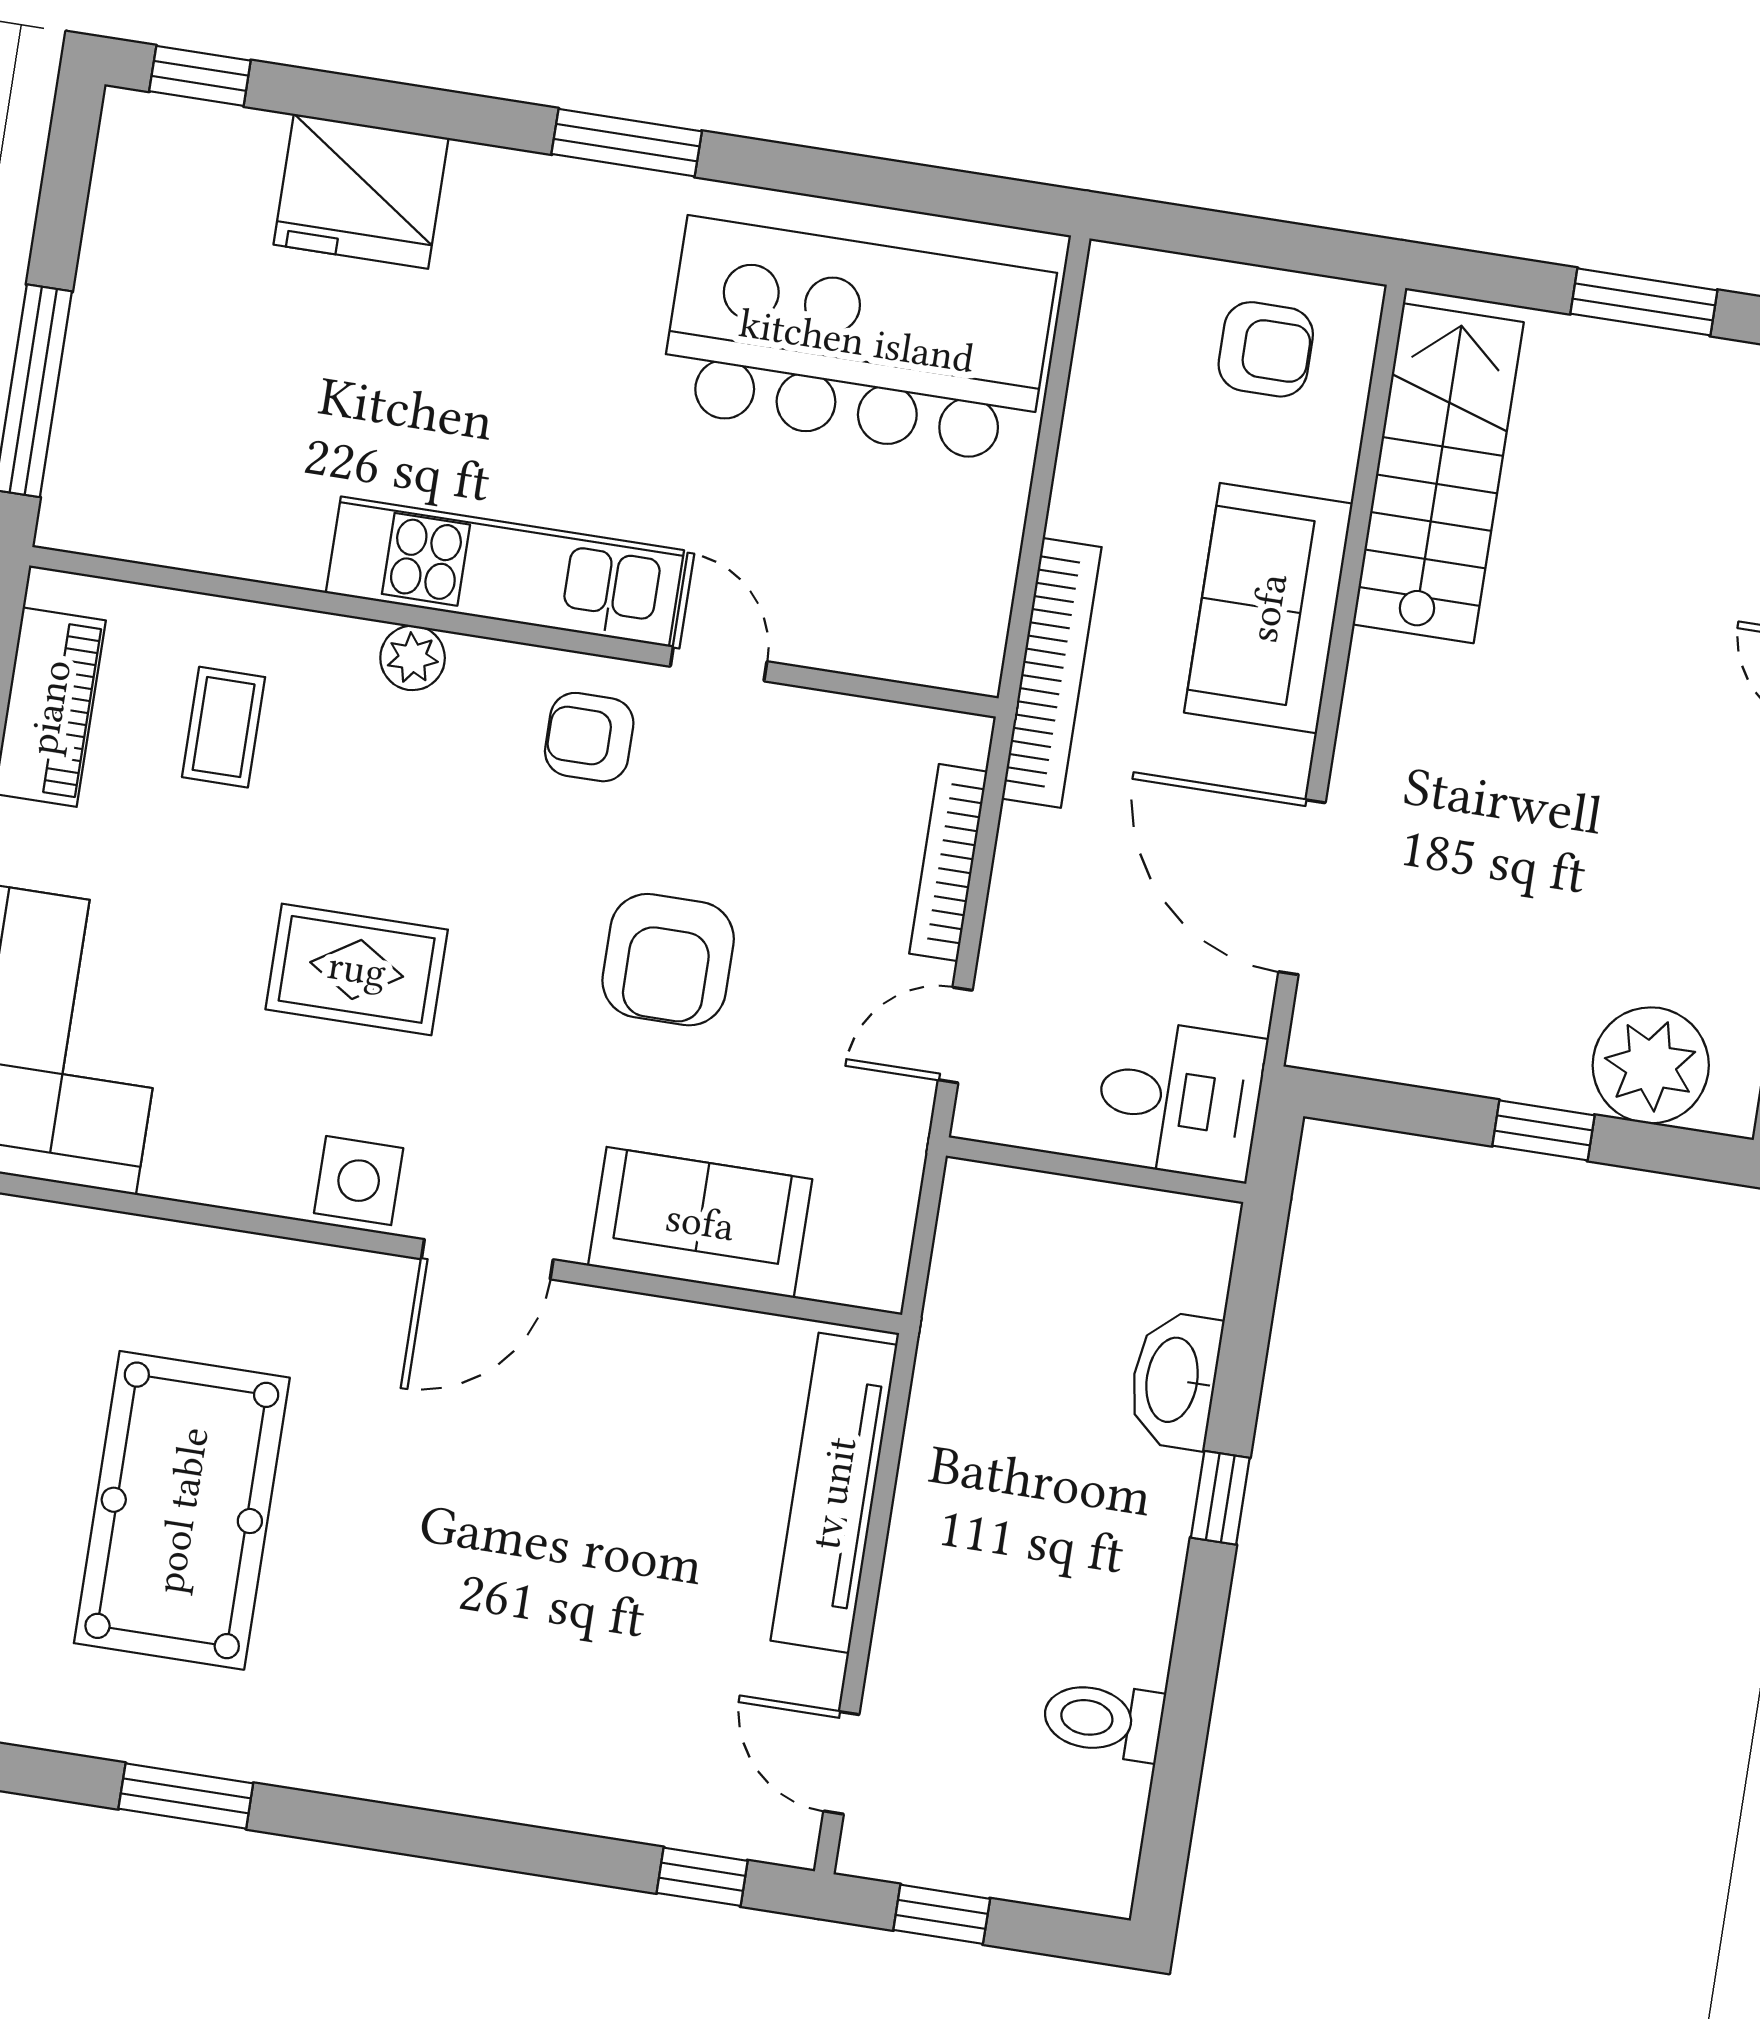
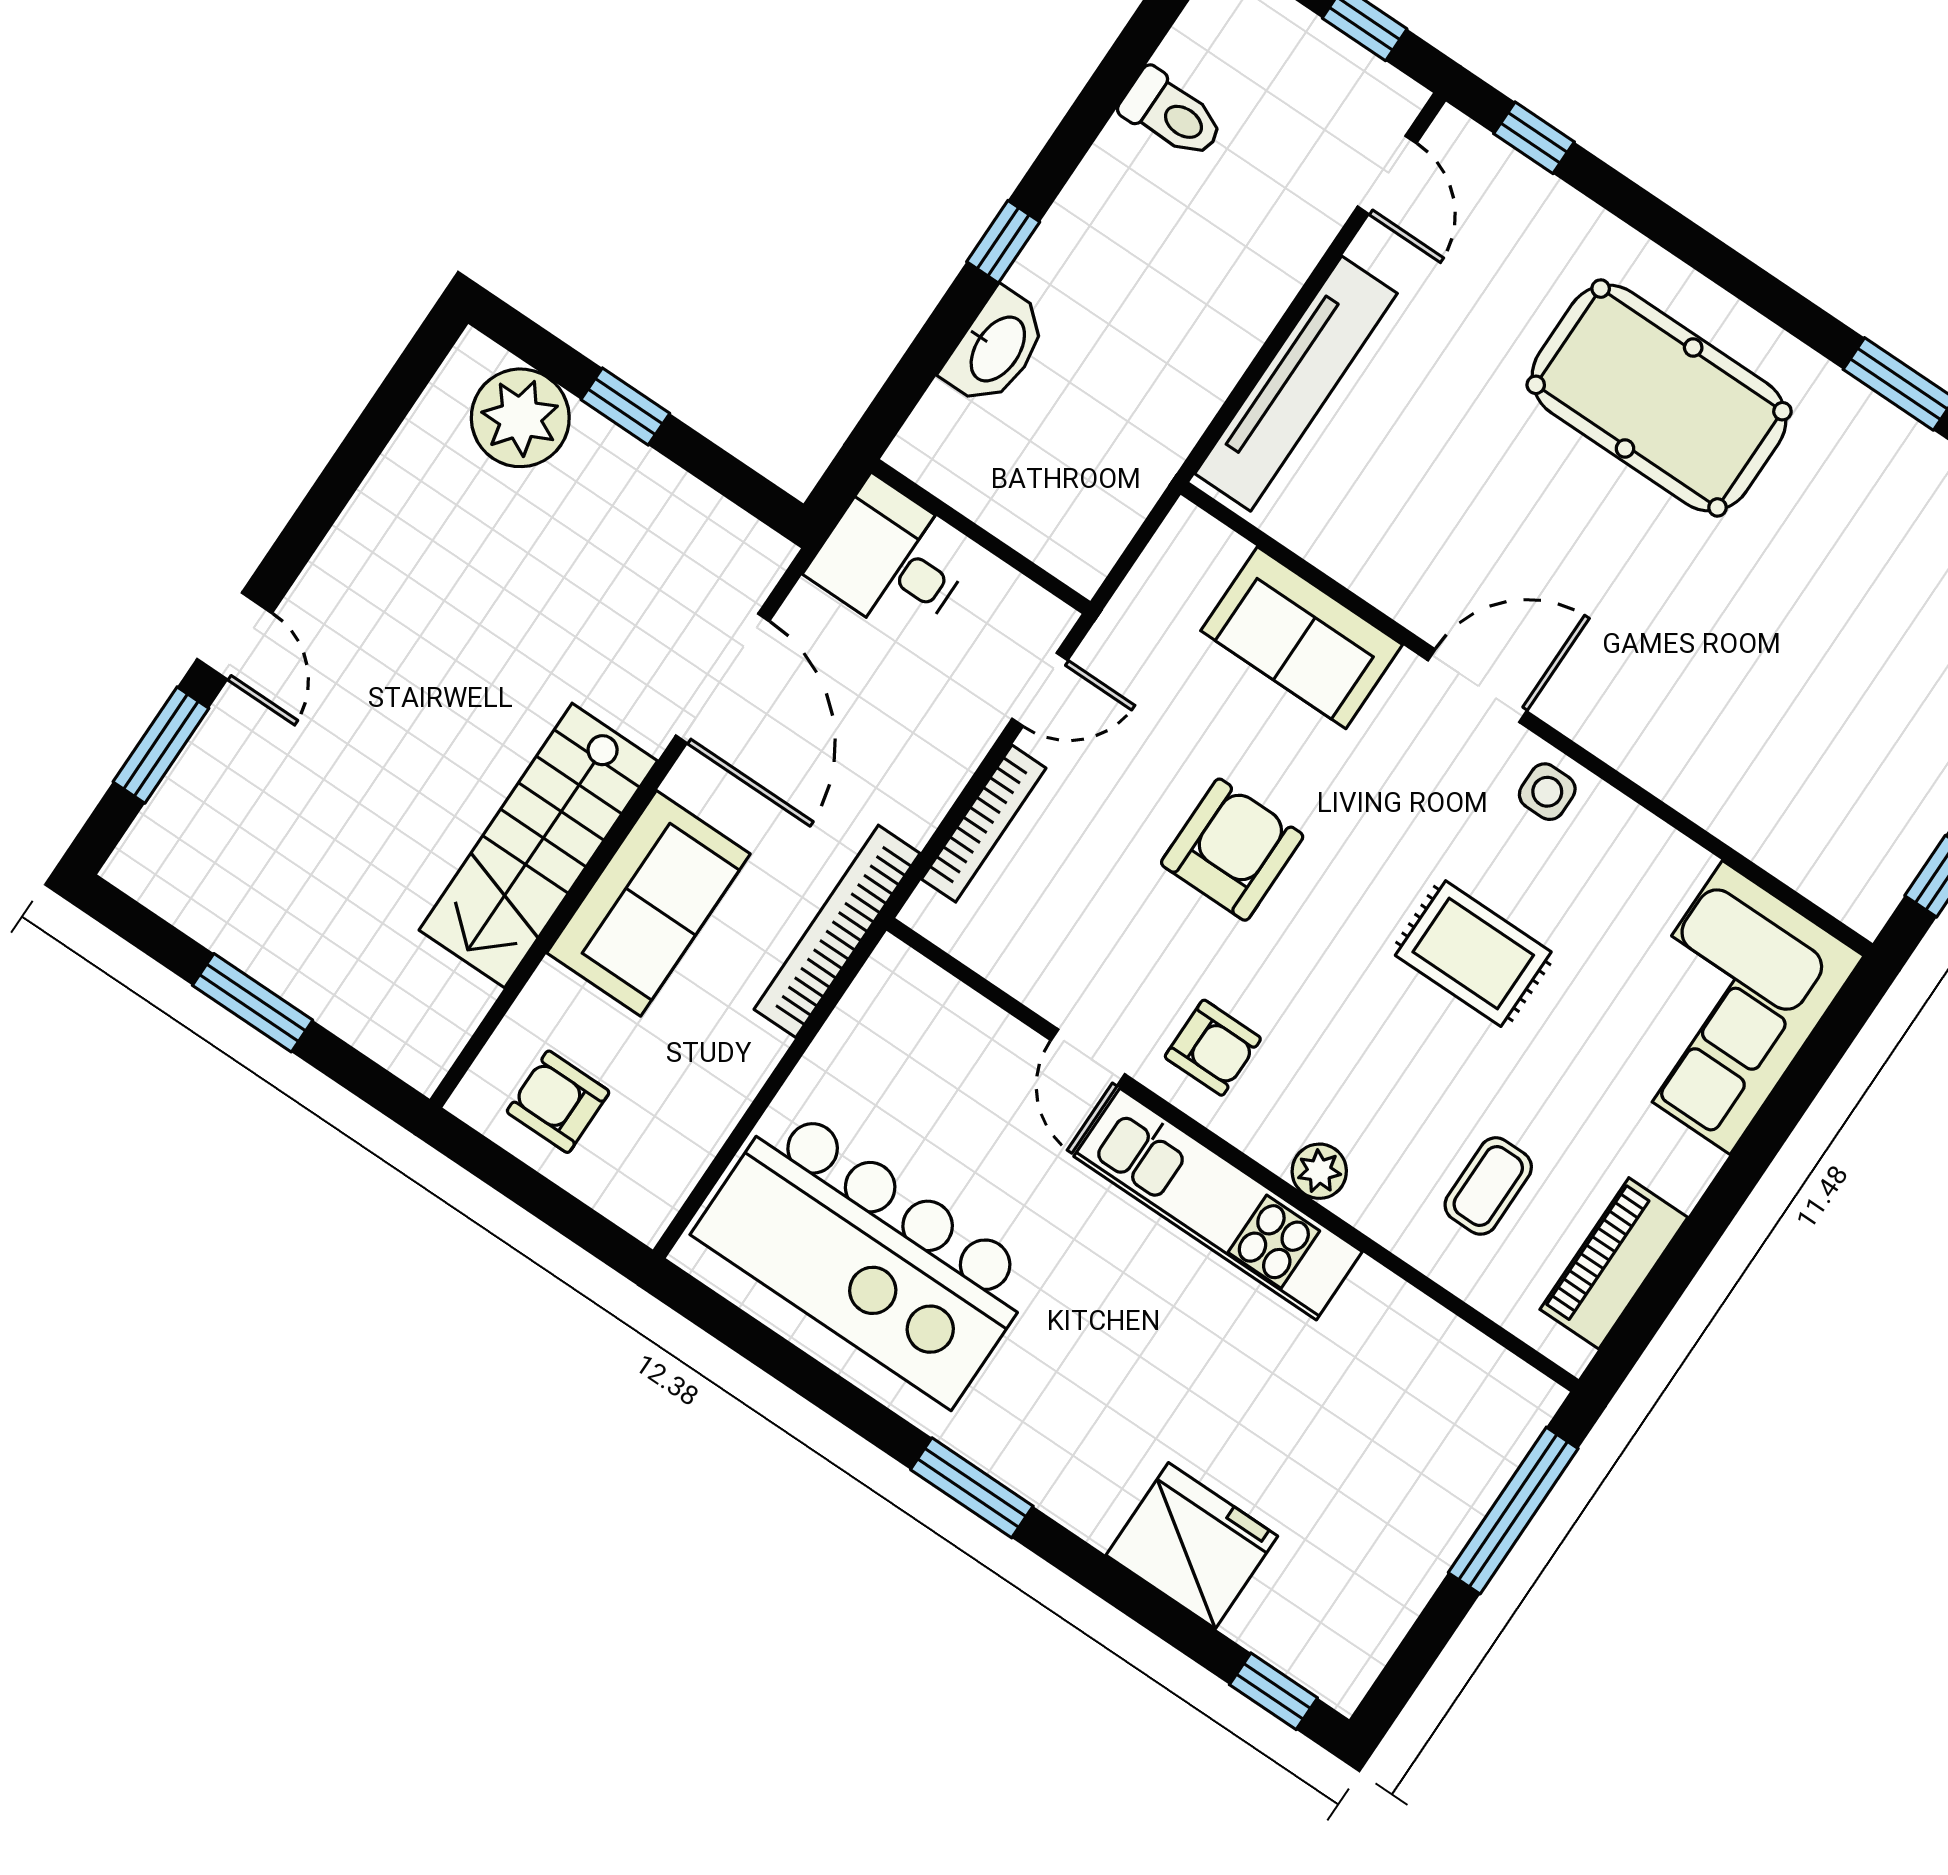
stairs: (1438, 473) -> (538, 846), moved
side table: (359, 1181) -> (1547, 792), width x0.73, depth x0.73
pool table: (182, 1510) -> (1659, 398), moved, turned 90

